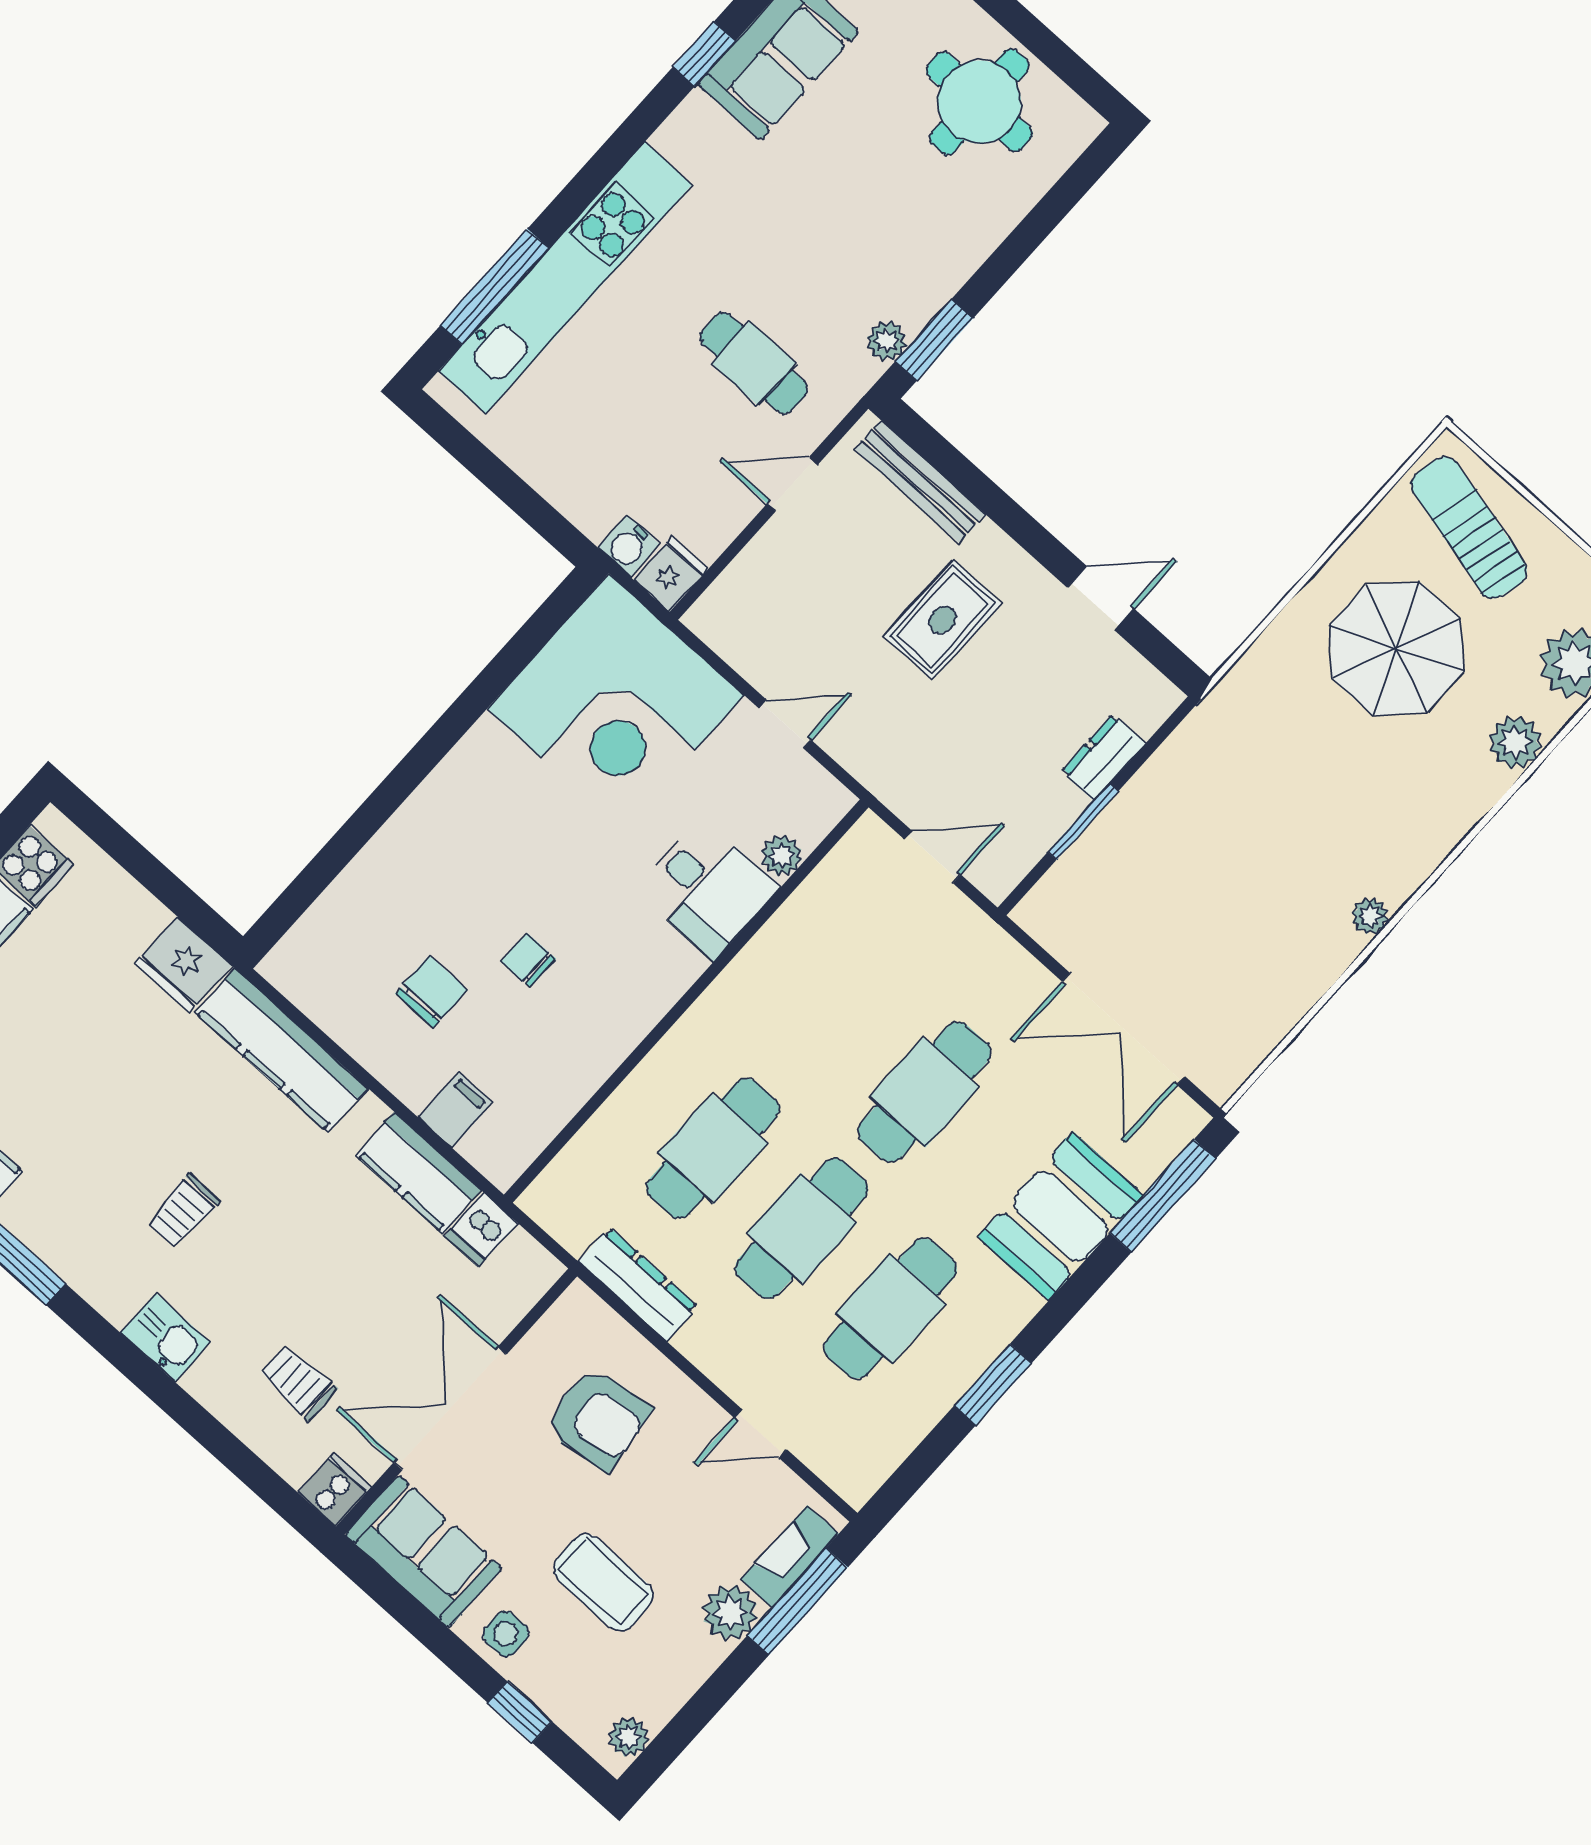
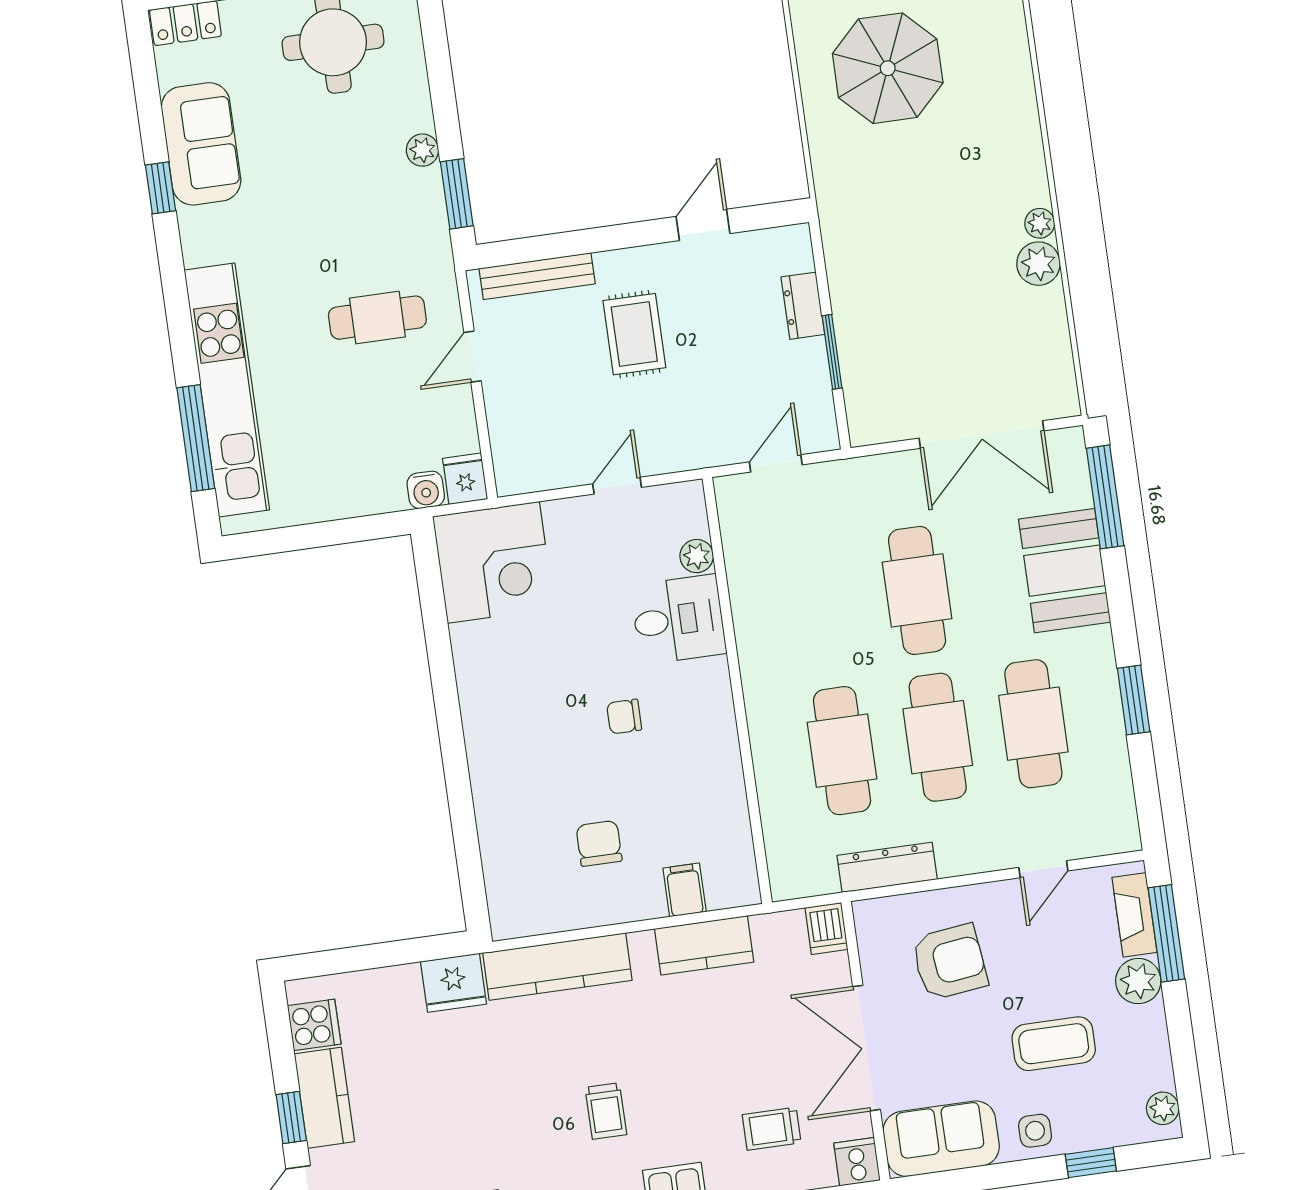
plant: (887, 341) -> (422, 150), moved
corner desk: (616, 702) -> (493, 562), width x0.74, depth x0.74
plant: (1515, 742) -> (1038, 264), moved
chair: (528, 960) -> (624, 717), moved
dishwasher: (481, 1230) -> (826, 928), moved

